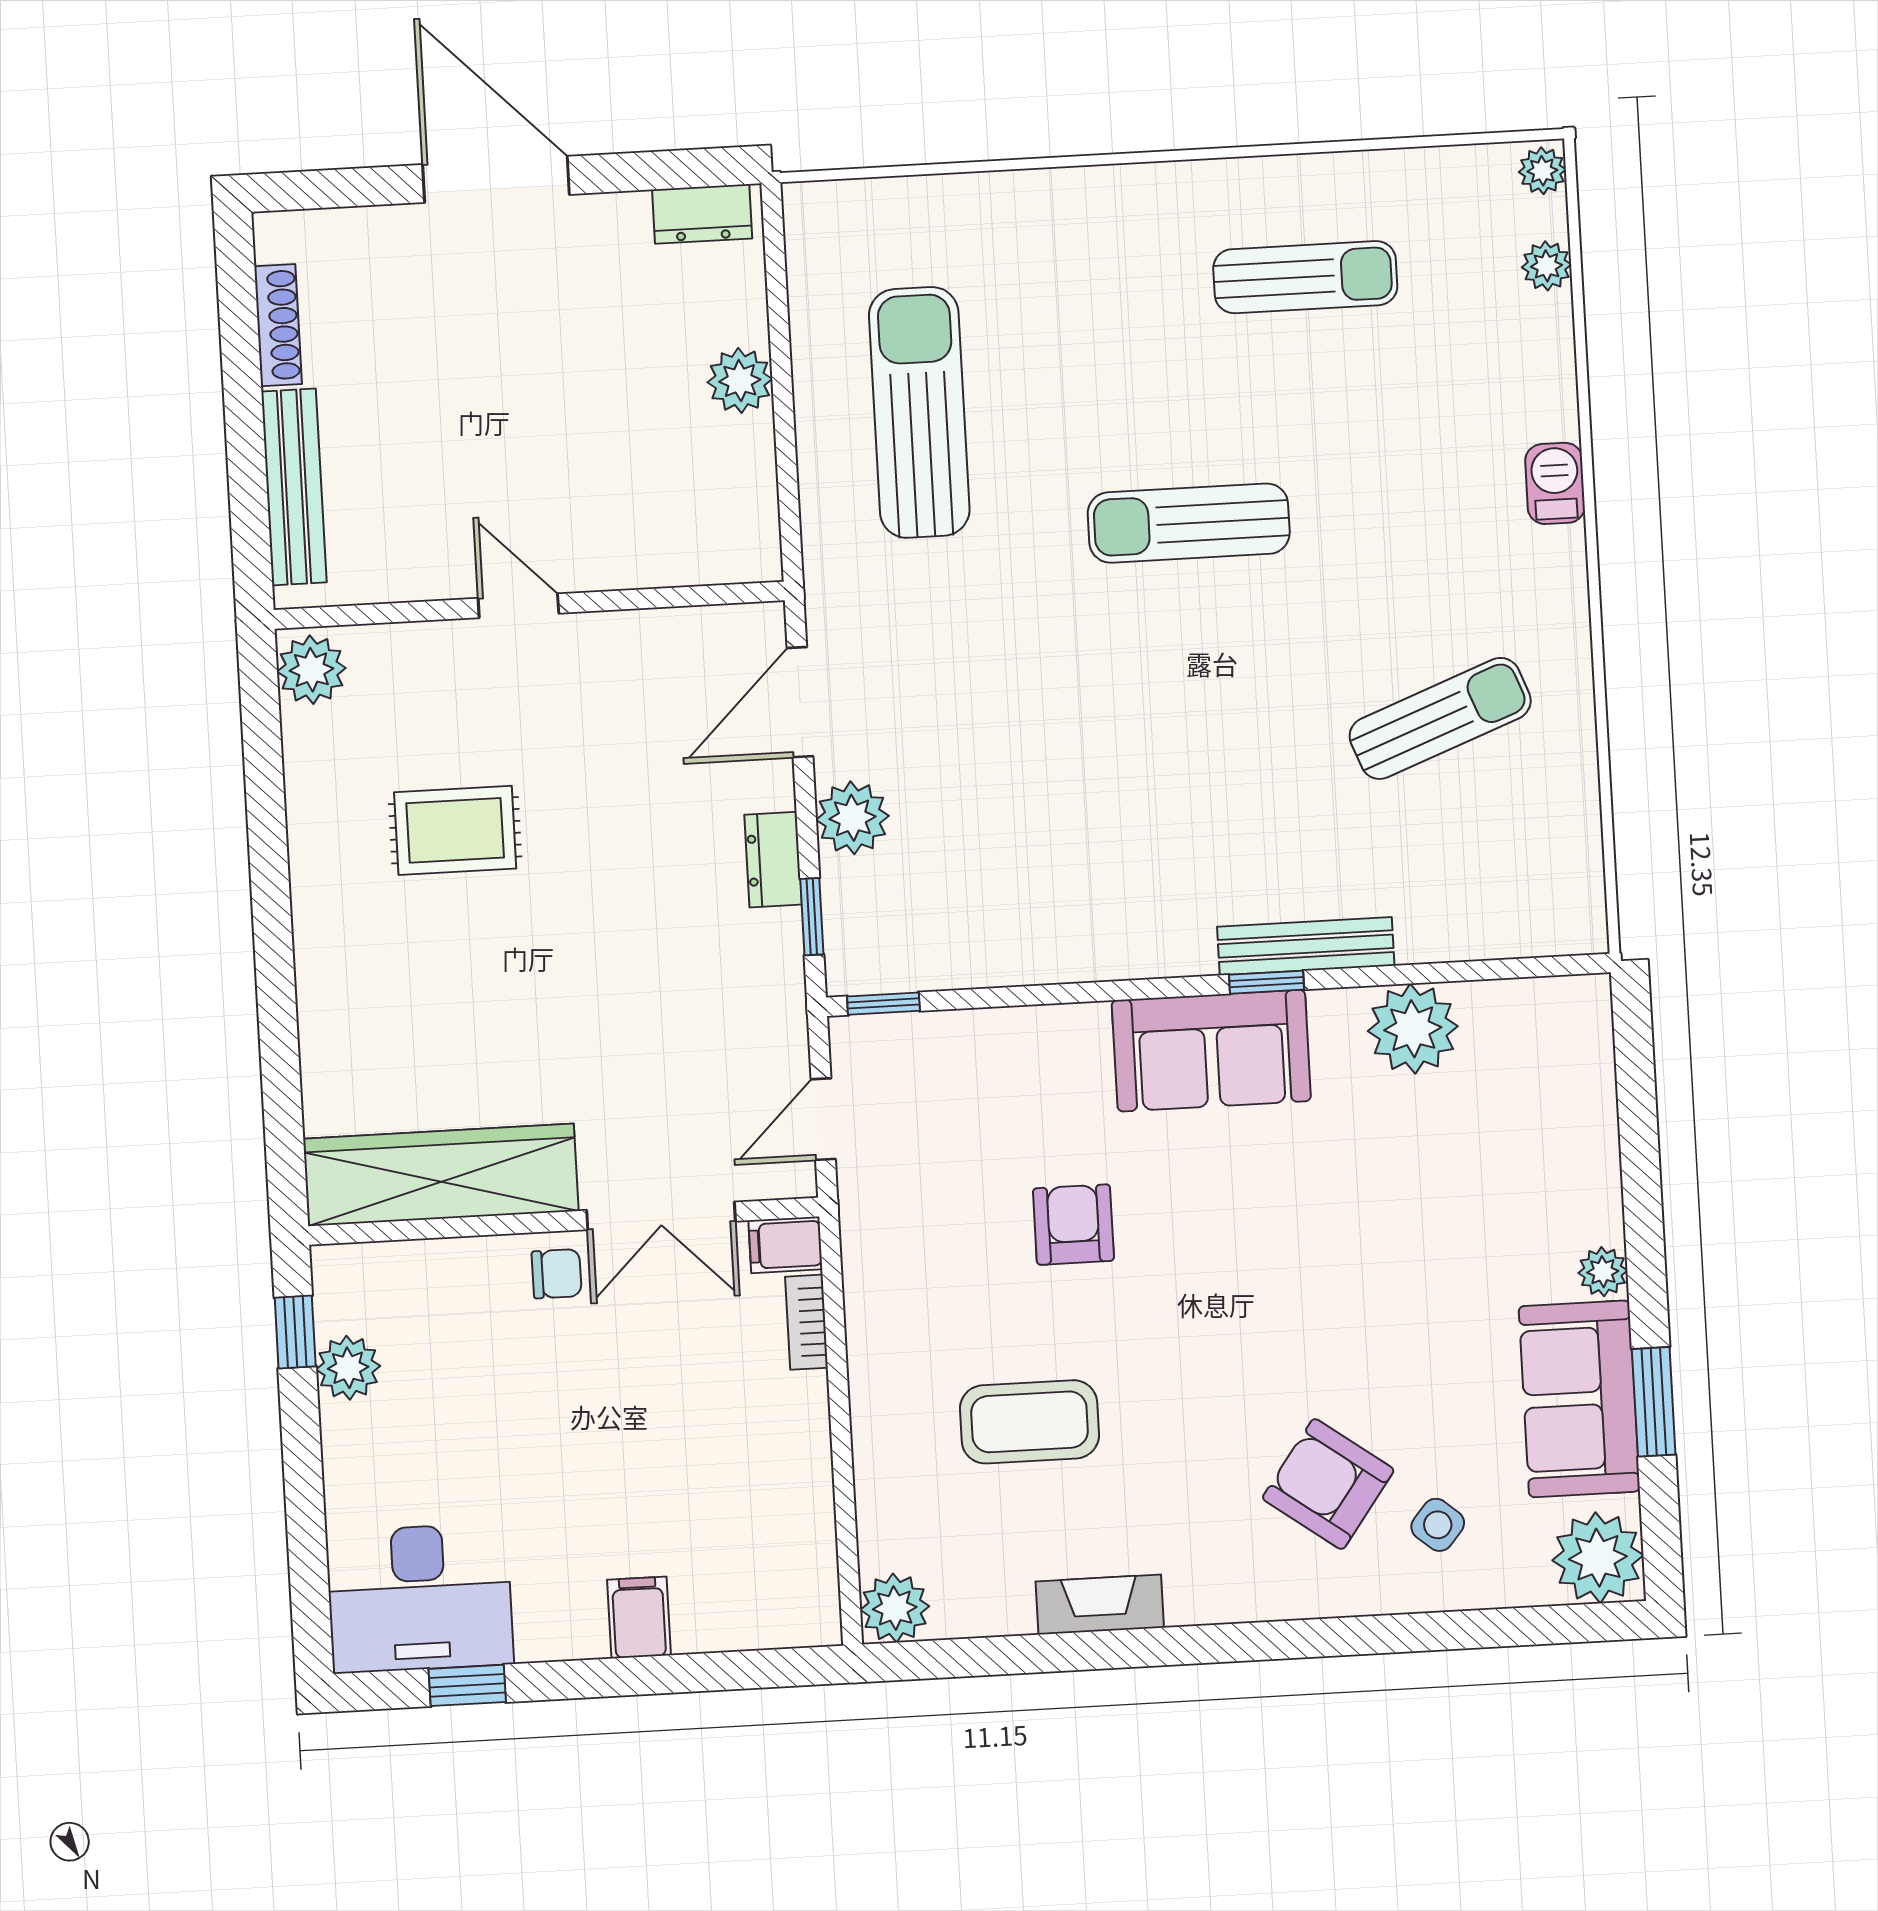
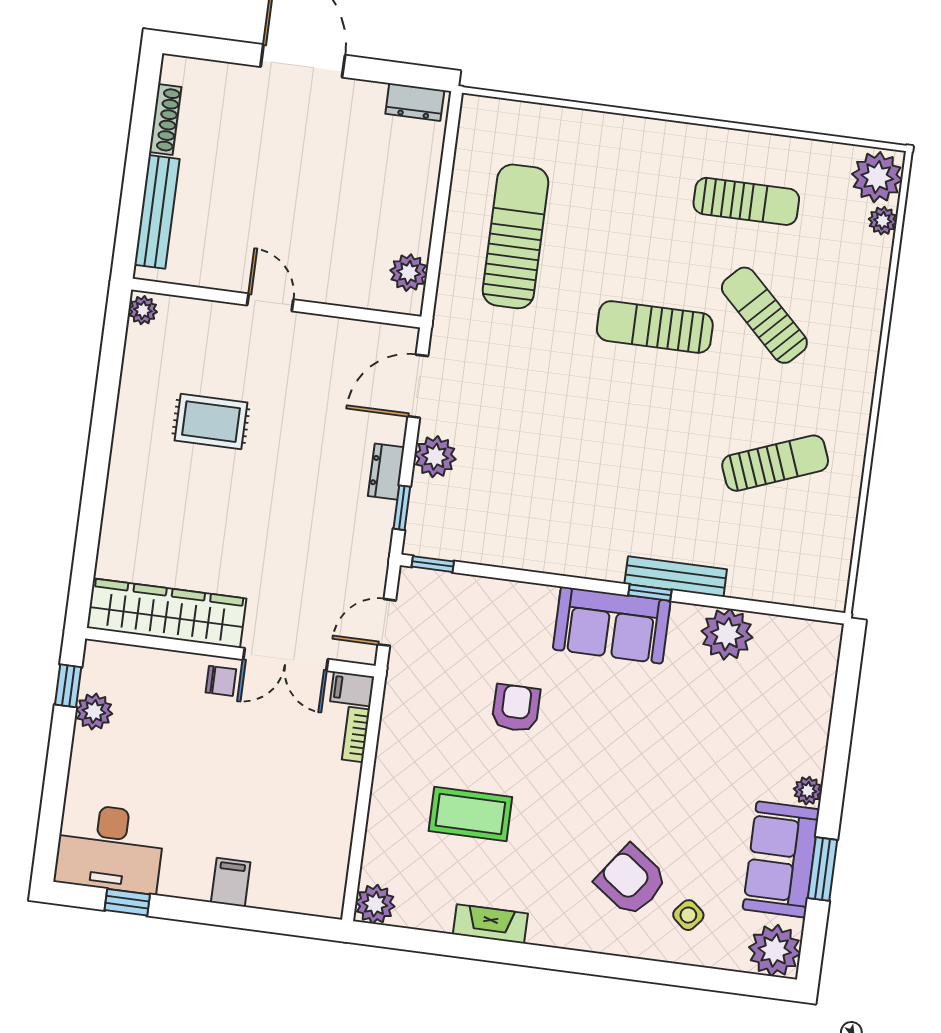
plant: (1542, 171) -> (877, 177), width x1.88, depth x1.88
plant: (740, 381) -> (409, 273), moved
sun lounger: (1374, 467) -> (764, 315), added
barbecue: (1555, 483) -> (864, 344), removed
plant: (311, 670) -> (143, 310), width x0.73, depth x0.73

